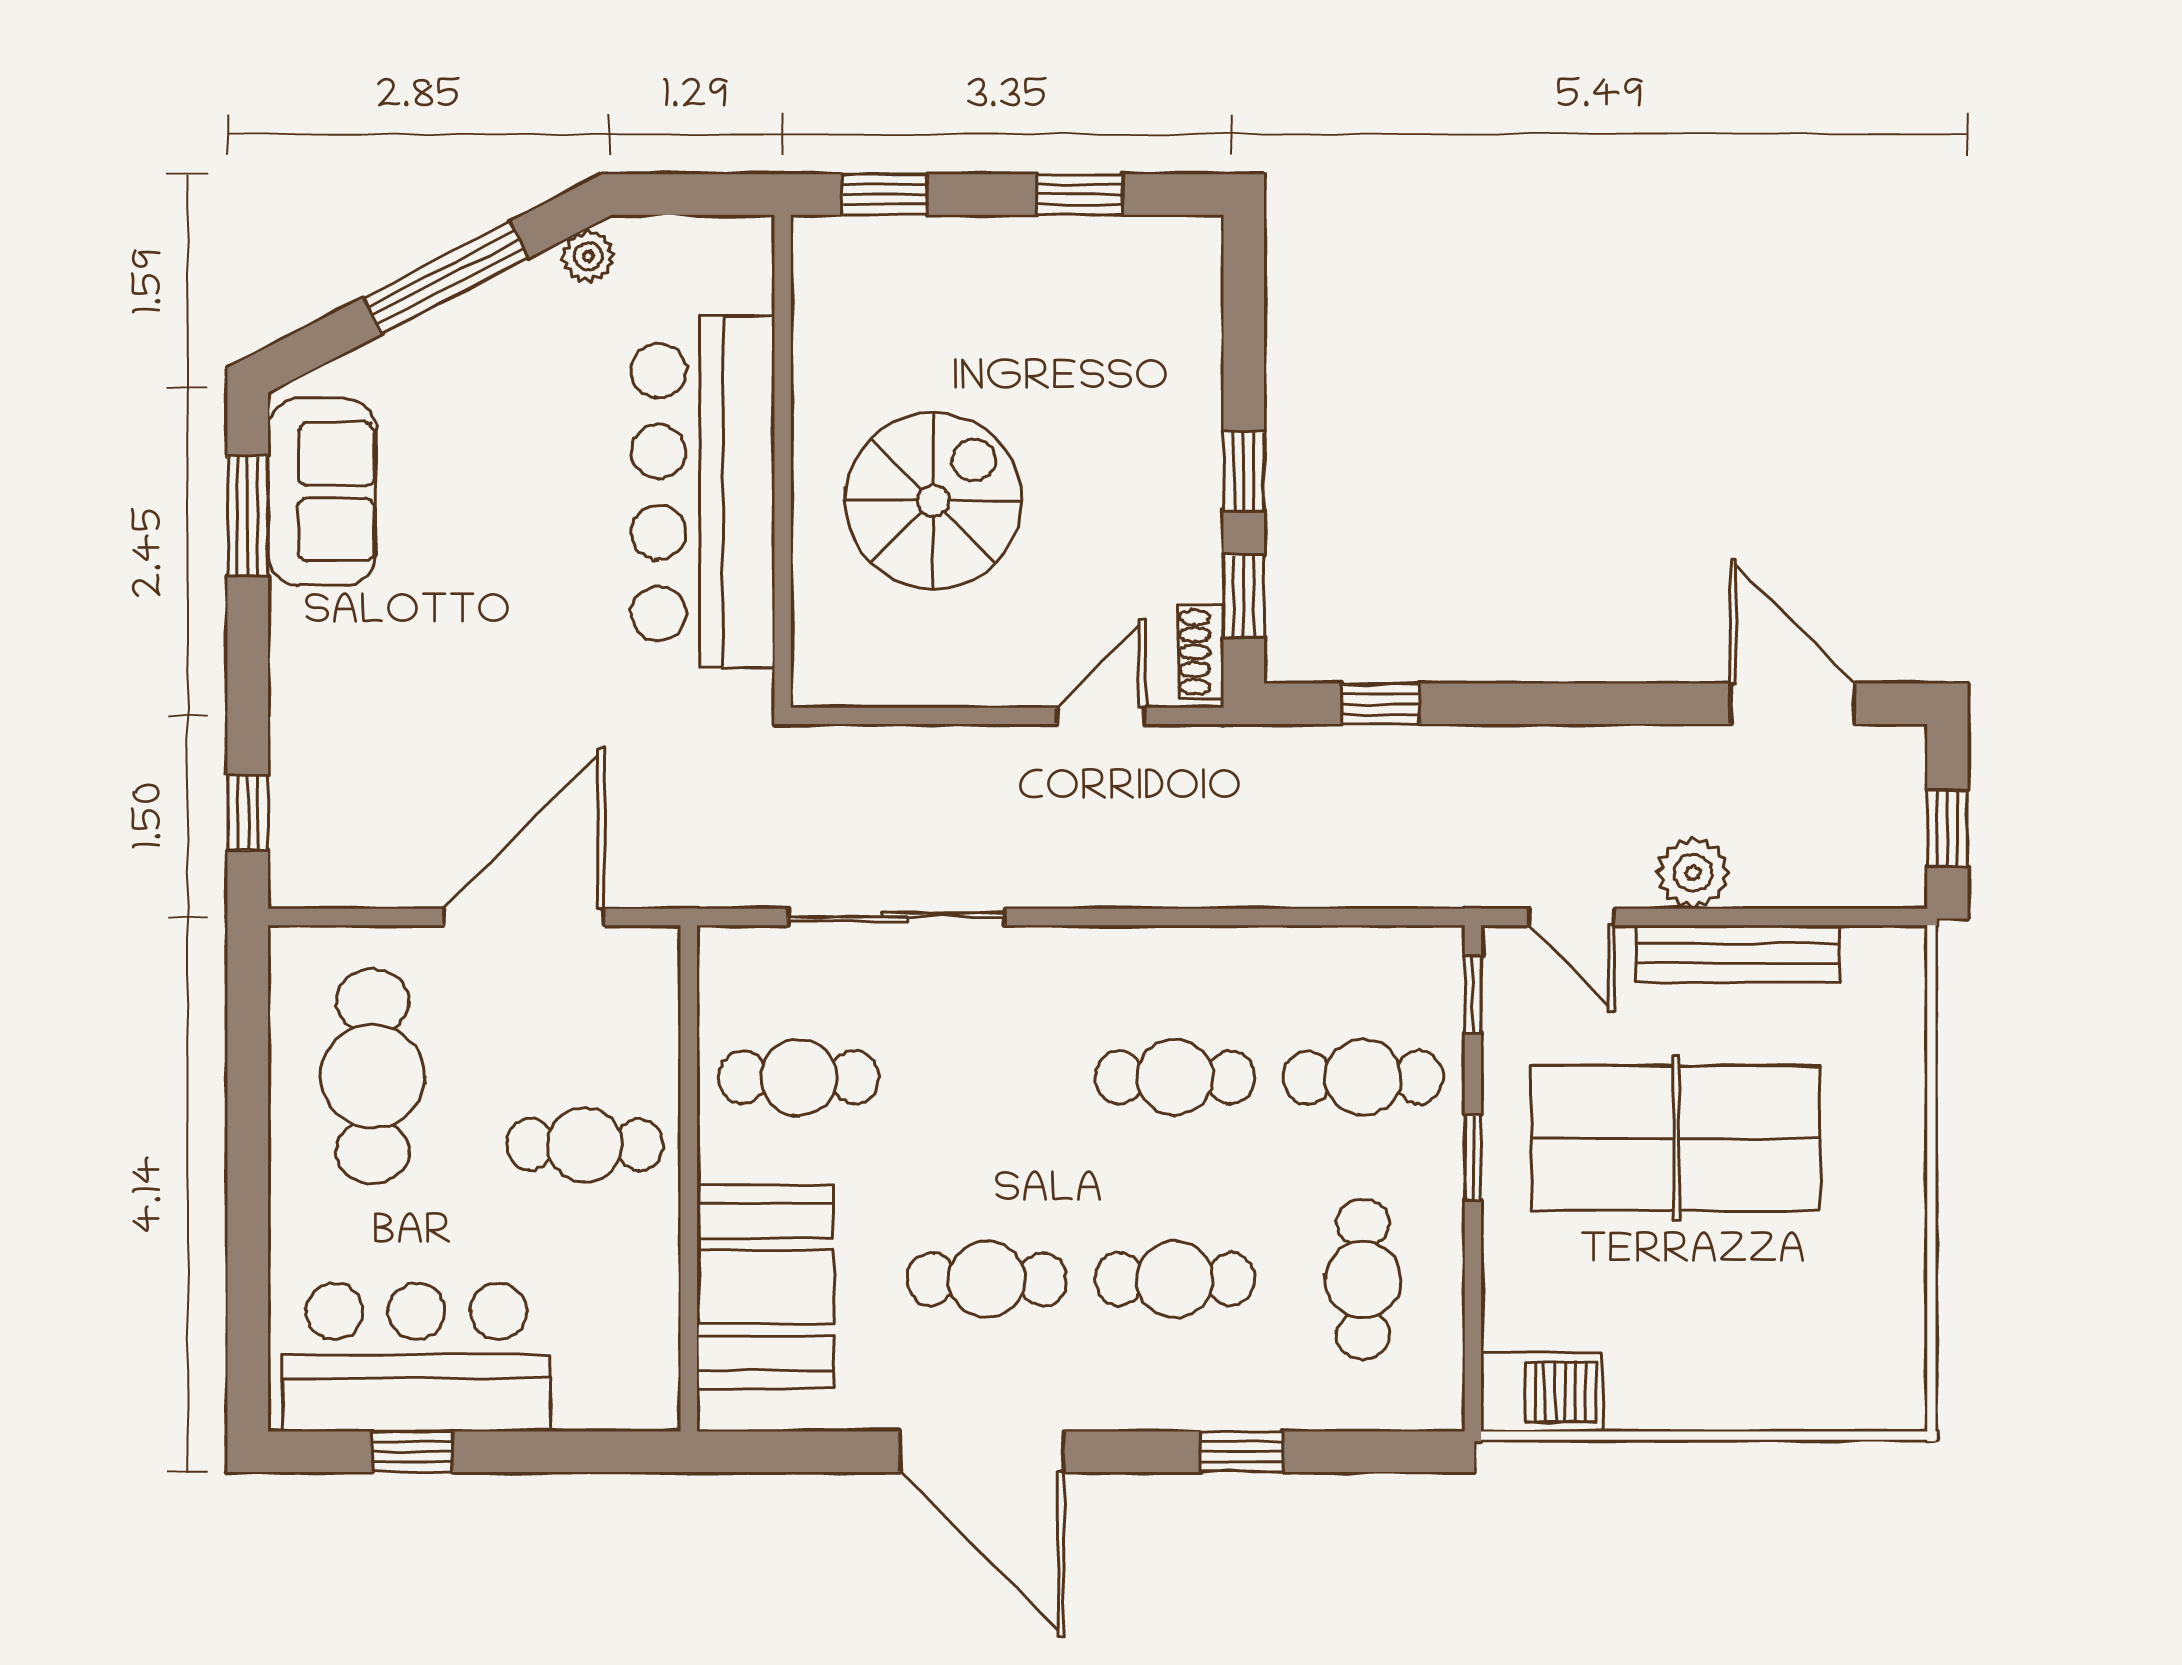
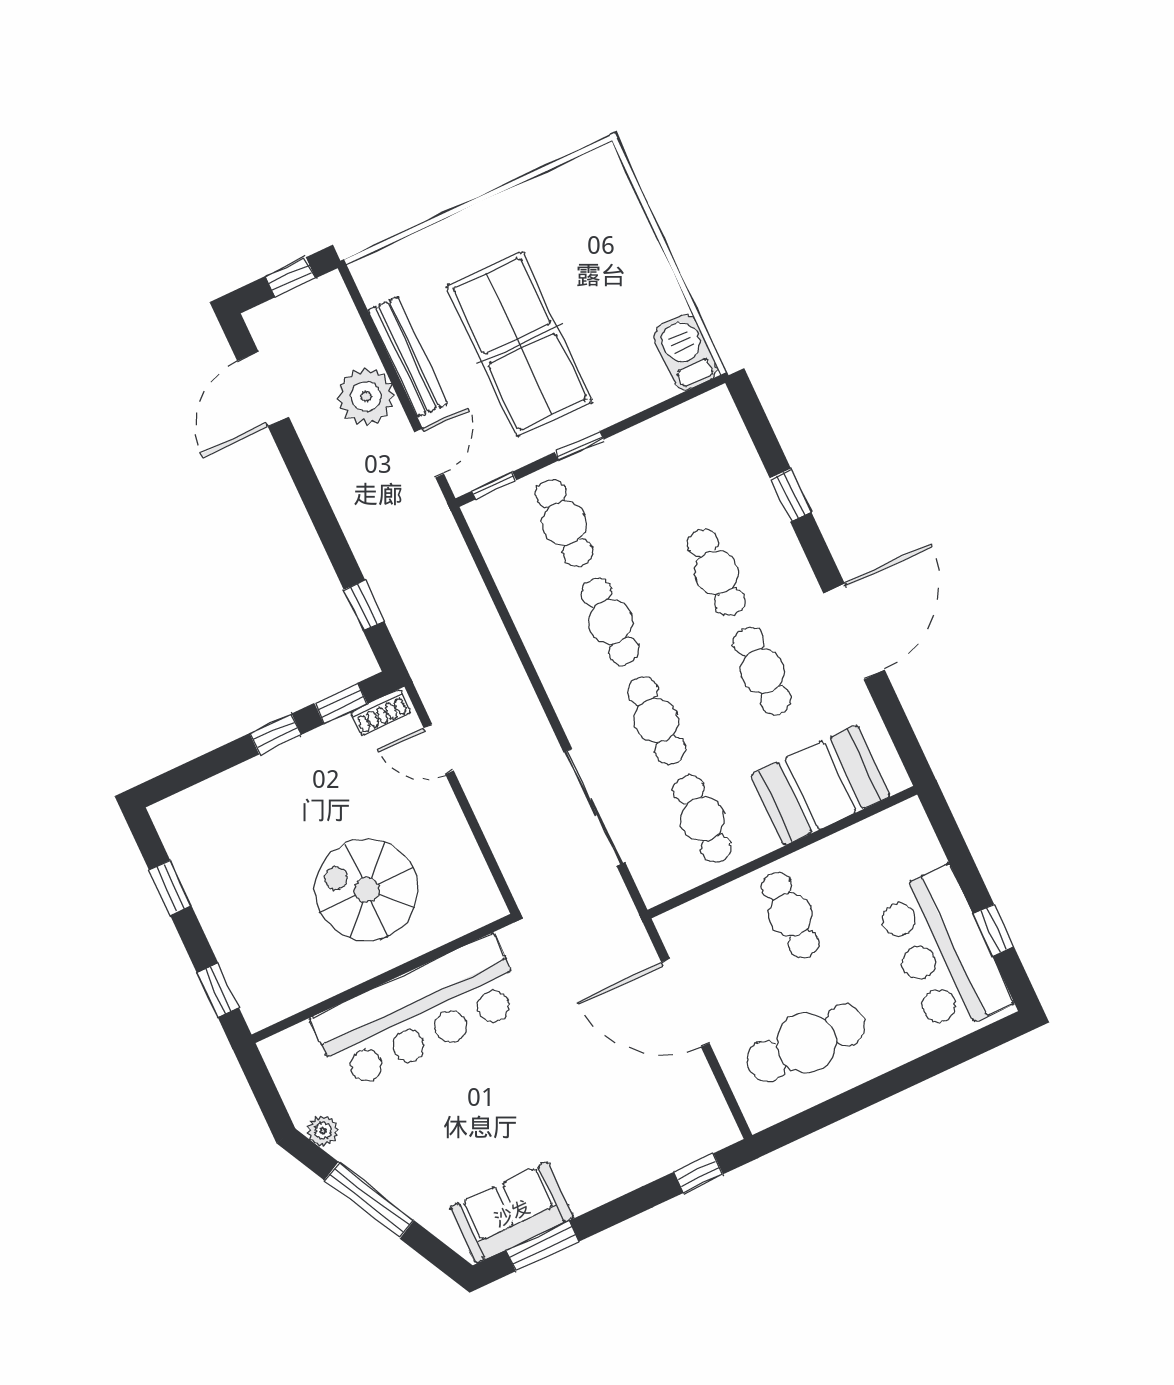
plant: (1693, 873) -> (366, 396), width x1.36, depth x1.36
cafe table: (1363, 1279) -> (656, 720), moved, turned 90

